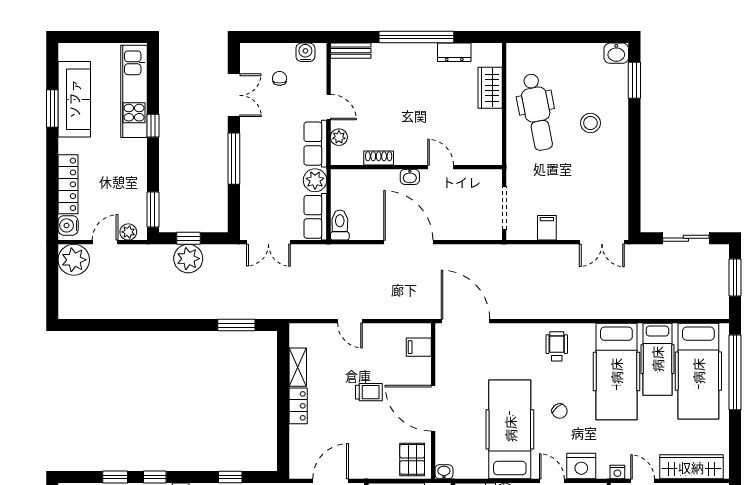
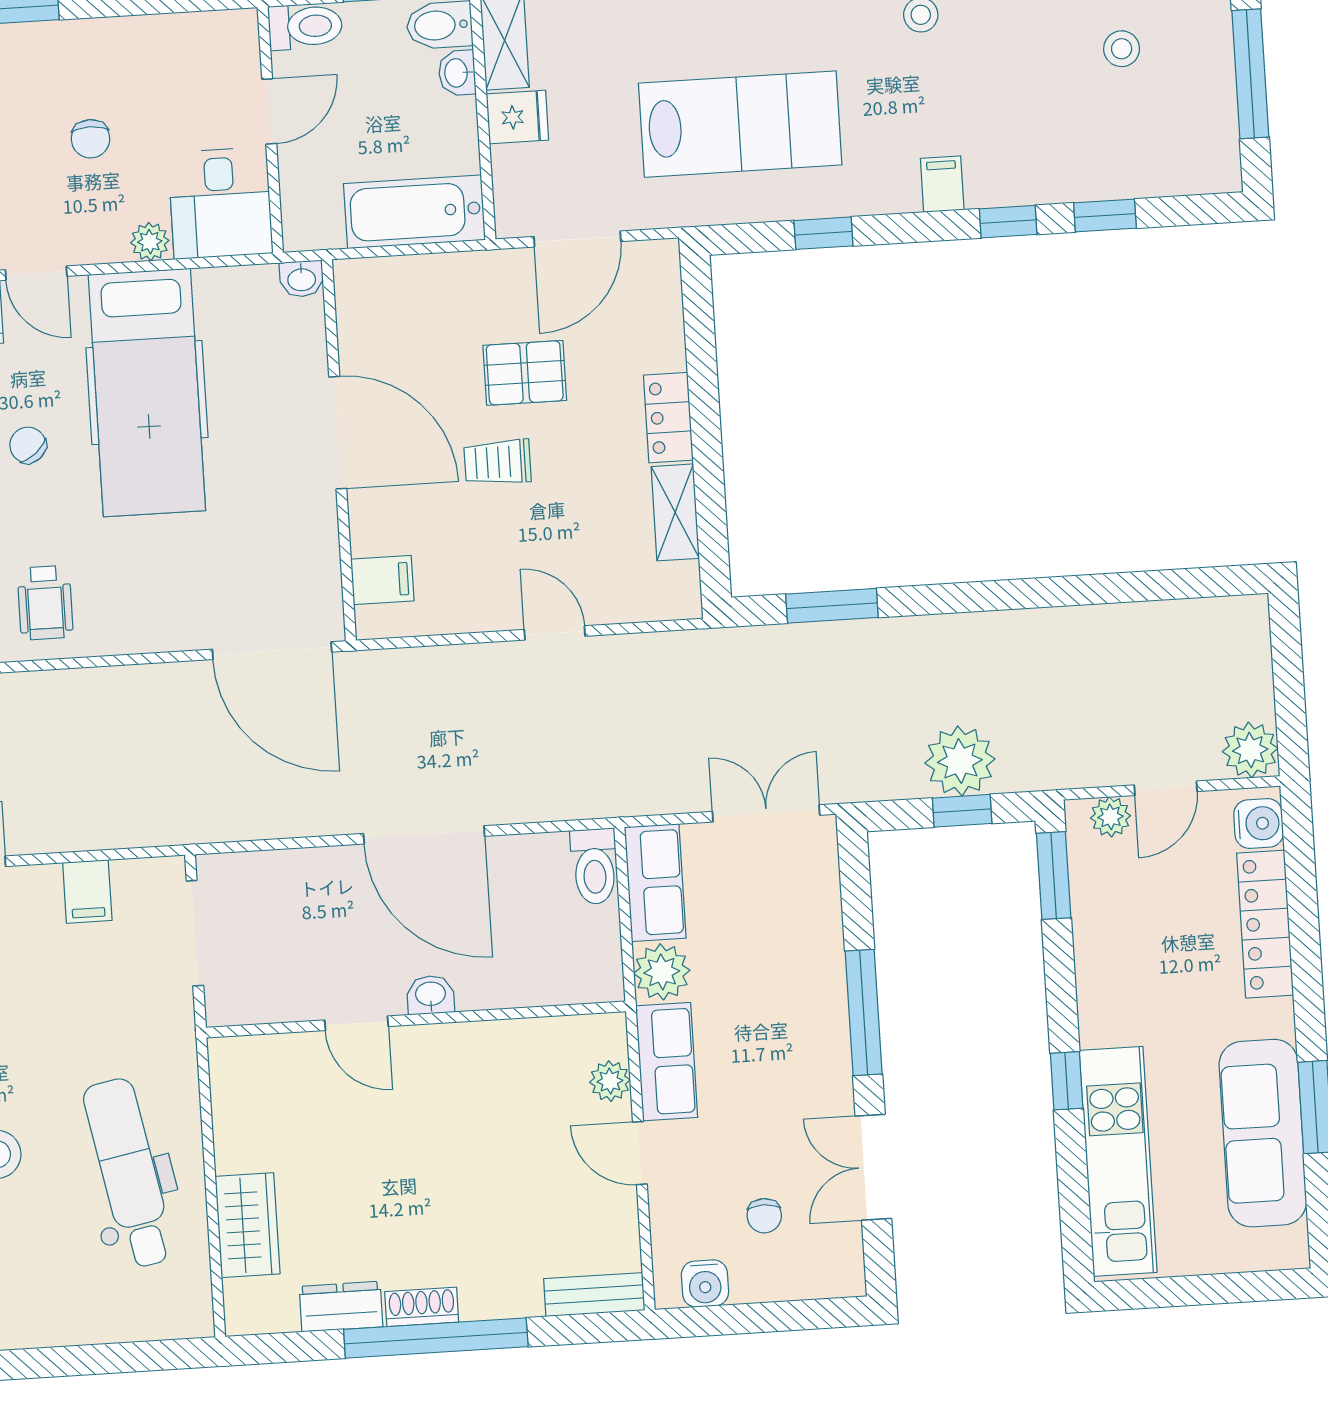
shoe rack: (379, 158) -> (422, 1307), moved, turned 180
plant: (74, 260) -> (1250, 750), width x0.73, depth x0.73
pallet: (412, 459) -> (525, 373), moved, turned 90

